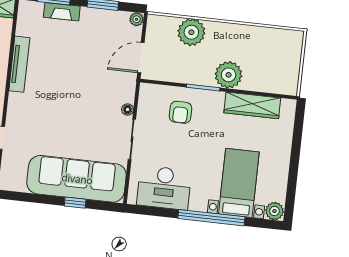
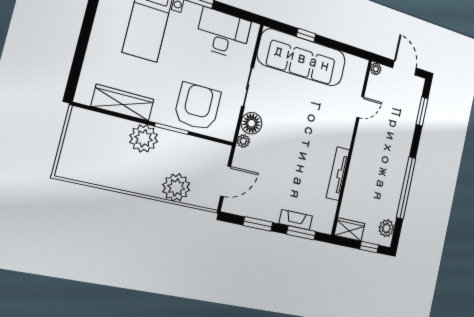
plant: (137, 19) -> (243, 141), moved
door: (141, 58) -> (226, 181), moved
floor lamp: (128, 109) -> (251, 123), width x1.89, depth x1.89
armchair: (180, 112) -> (198, 107), width x1.88, depth x1.88

